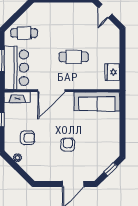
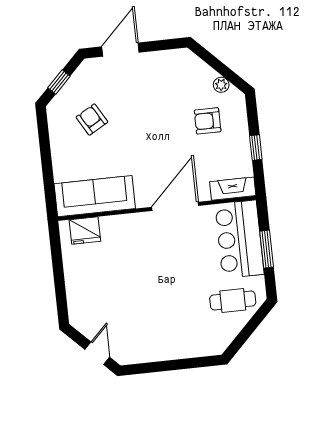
cafe table: (74, 57) -> (143, 268), removed
fridge: (112, 72) -> (85, 231), moved, turned 90
armchair: (68, 145) -> (92, 119), moved, turned 150

